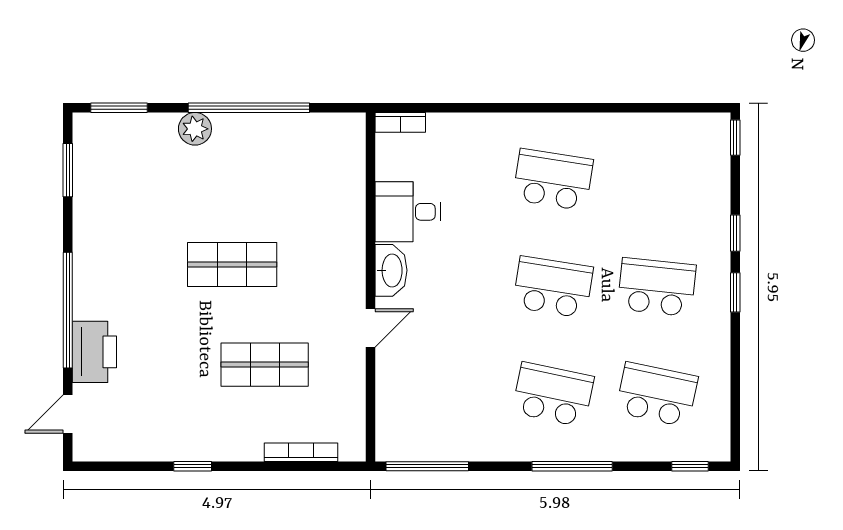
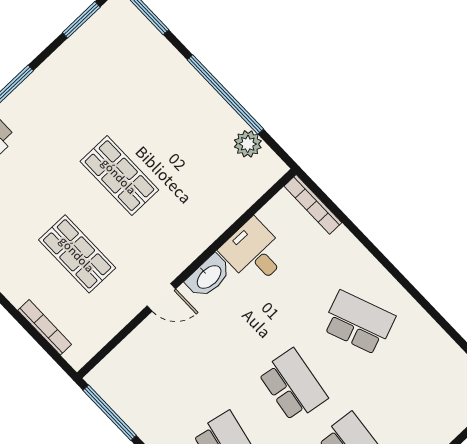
bookcase: (400, 122) -> (313, 204), width x1.56
plant: (195, 129) -> (248, 144), moved
school desk: (553, 180) -> (359, 323), turned -30

